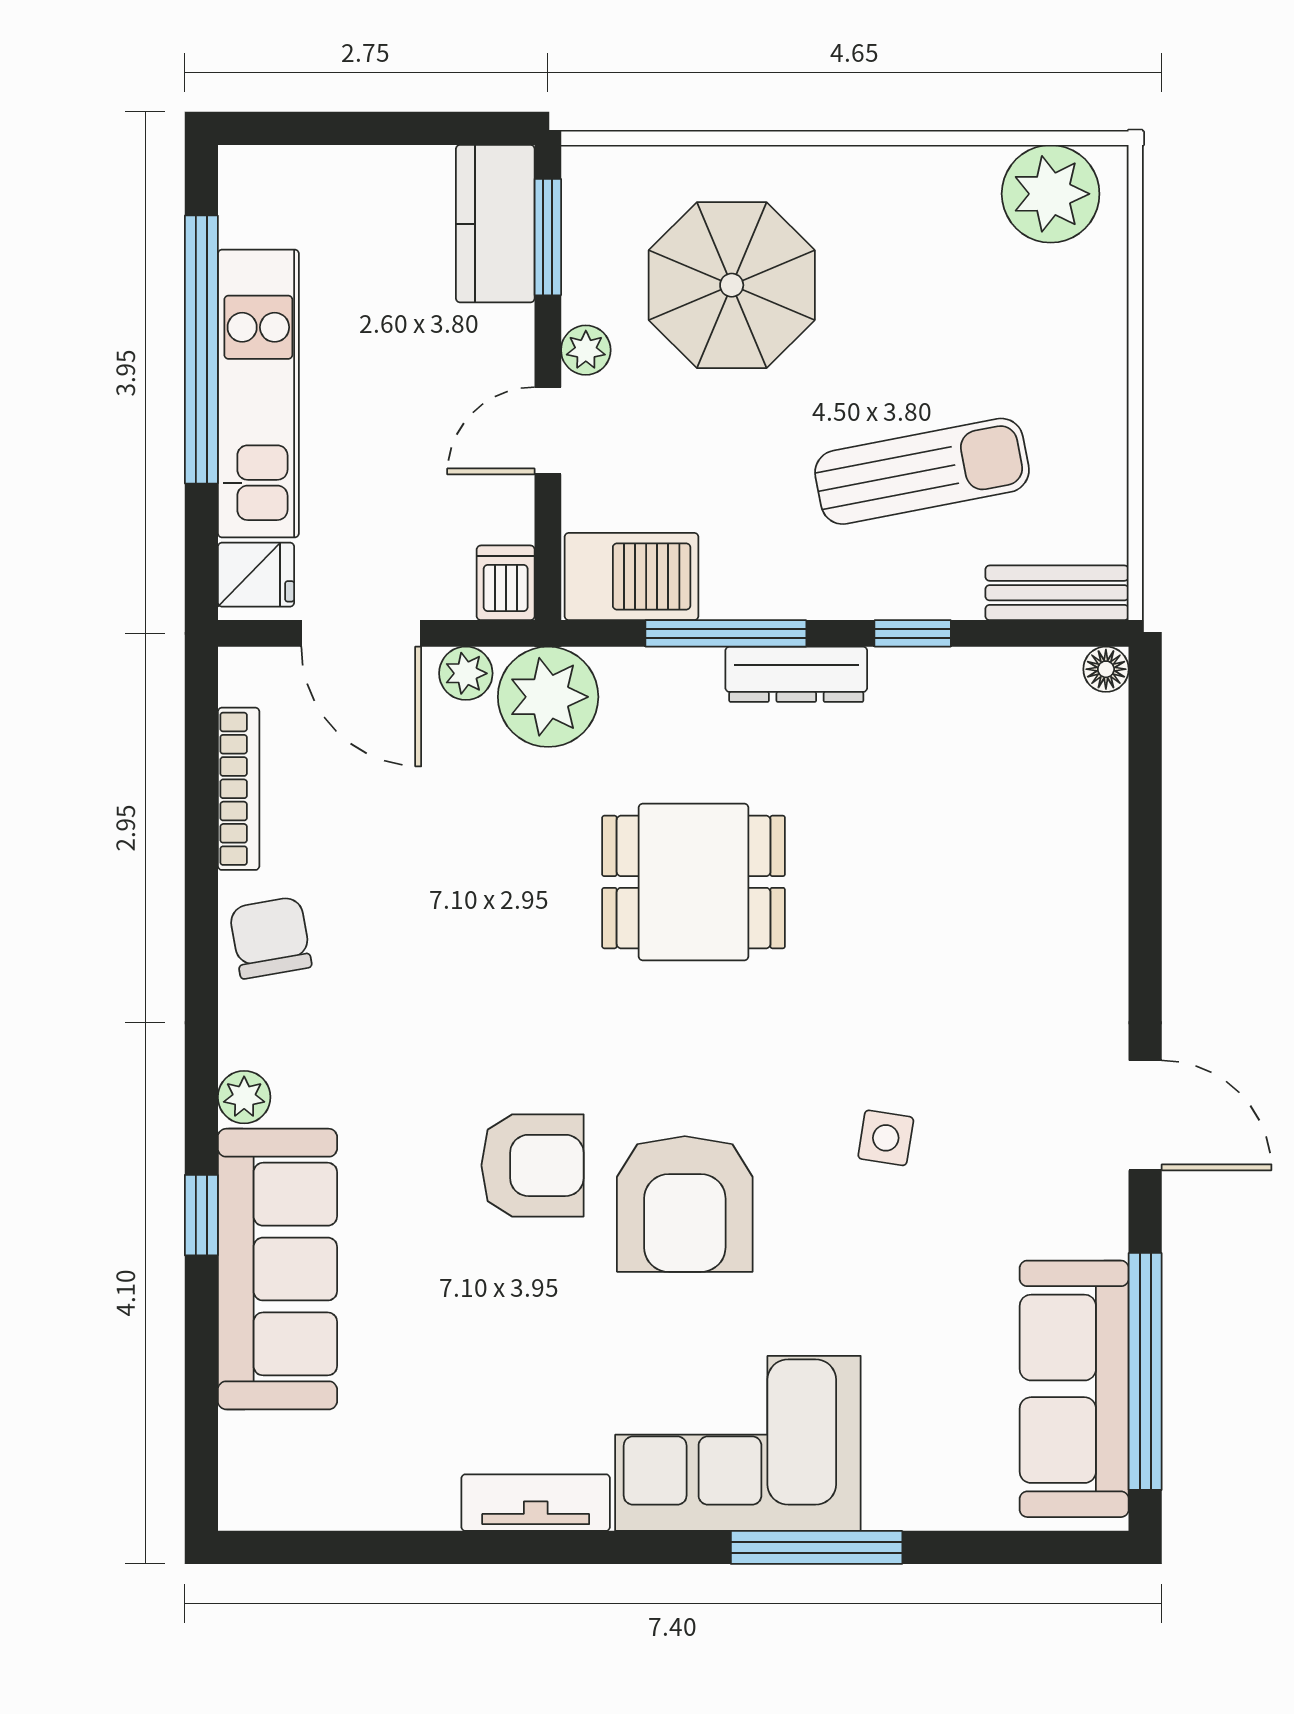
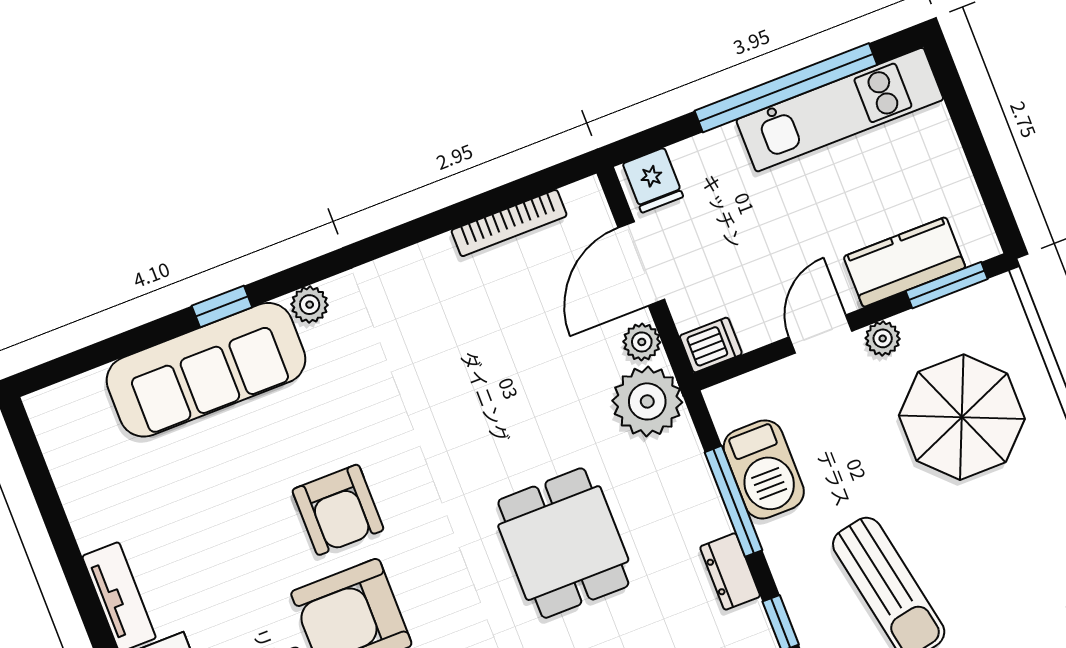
kitchen counter: (495, 224) -> (905, 262), moved
kitchen unit: (258, 393) -> (840, 110), moved
door: (548, 431) -> (821, 334), hinge flipped
barbecue: (632, 577) -> (764, 469), moved
dresser: (796, 674) -> (730, 572), width x0.70
chair: (270, 938) -> (420, 281), removed

